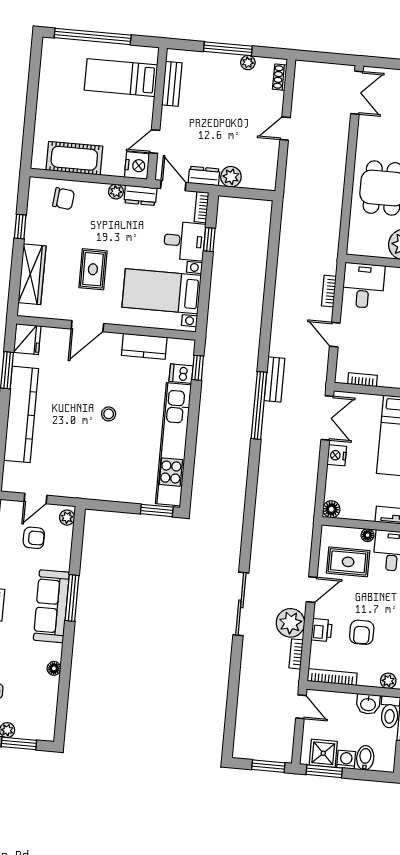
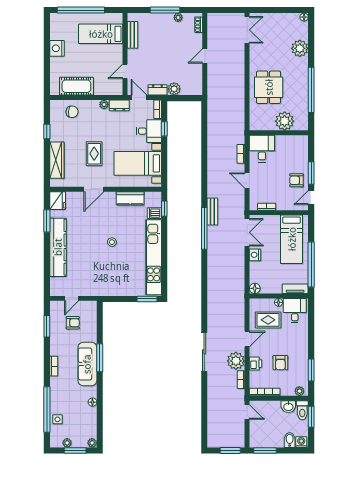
nightstand: (137, 166) -> (57, 48), moved, turned 180
plant: (67, 518) -> (92, 443), moved
shower: (323, 753) -> (263, 439), removed
washing machine: (346, 760) -> (301, 442), moved

